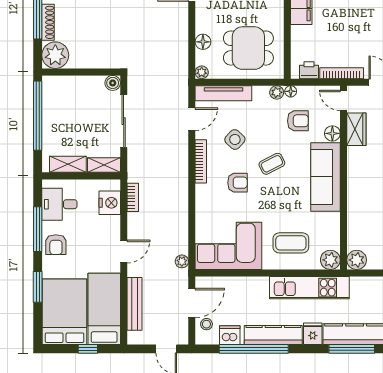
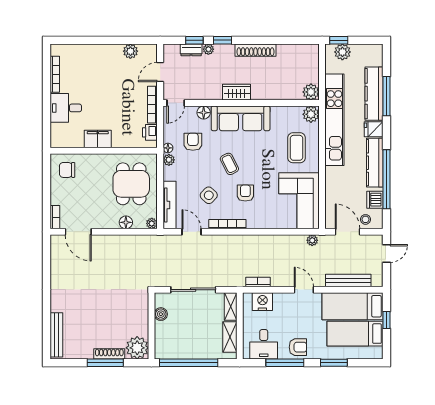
boiler: (113, 83) -> (161, 314), moved
wardrobe: (356, 129) -> (237, 92), moved
kitchen unit: (309, 288) -> (334, 120), width x1.36
bed: (65, 312) -> (355, 334), width x0.67

